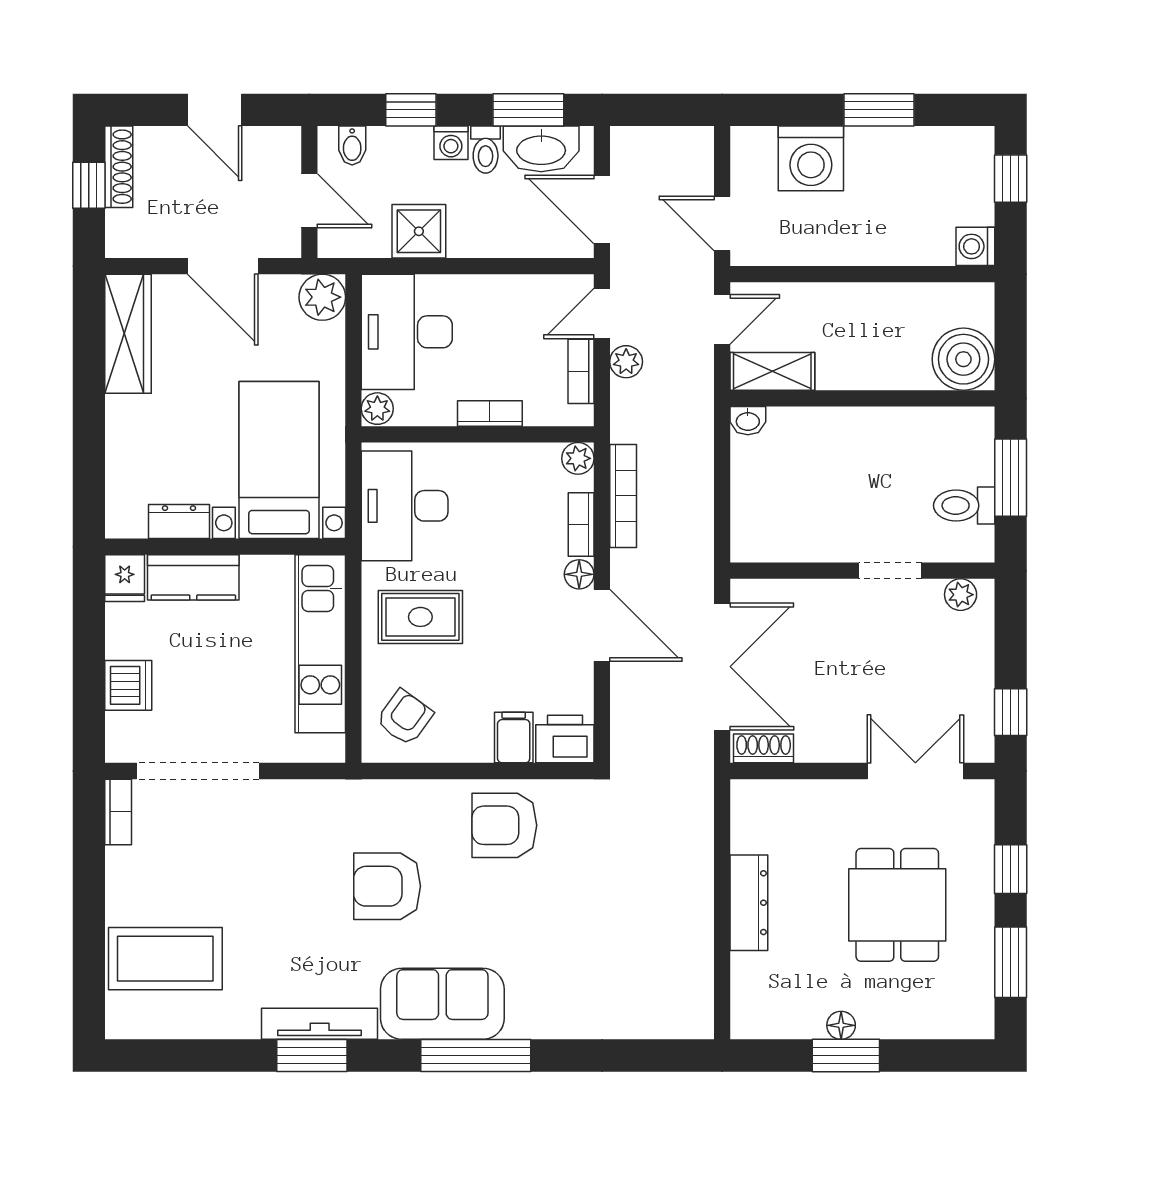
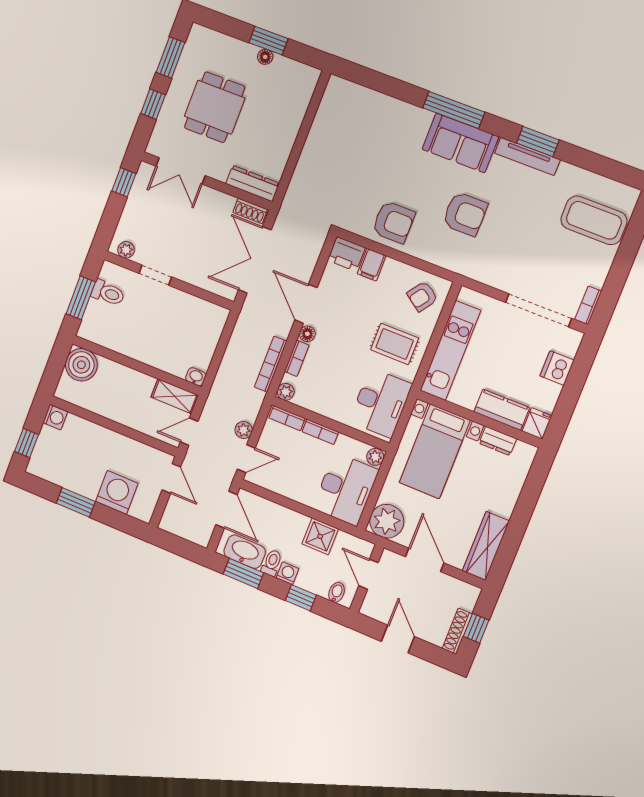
plant: (322, 297) -> (387, 521), width x1.36, depth x1.36
bookcase: (581, 371) -> (287, 418), moved, turned 90
dresser: (749, 903) -> (252, 183), moved, turned 90

